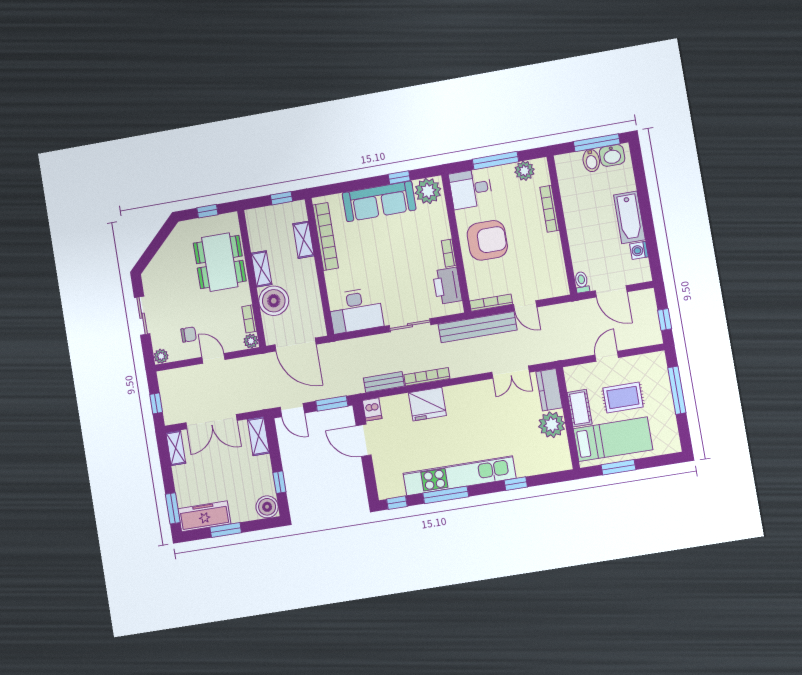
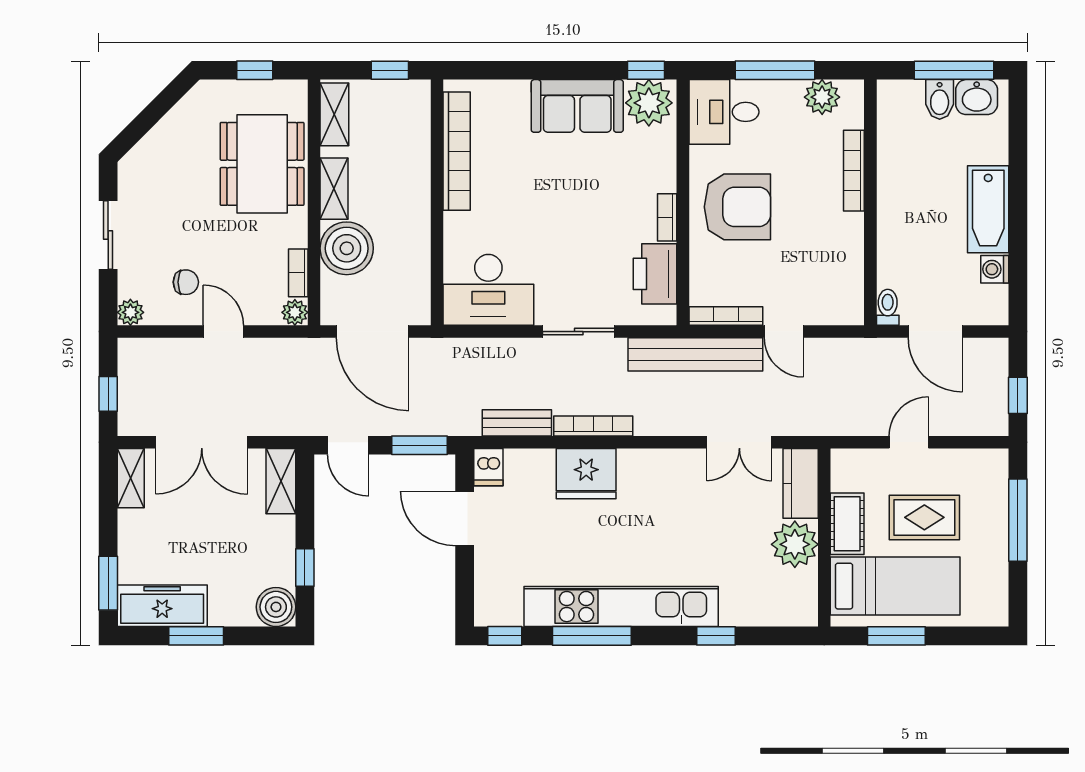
window: (399, 177) -> (646, 70), moved
sofa: (379, 201) -> (577, 106), width x0.73
shelving: (303, 240) -> (334, 114), moved

